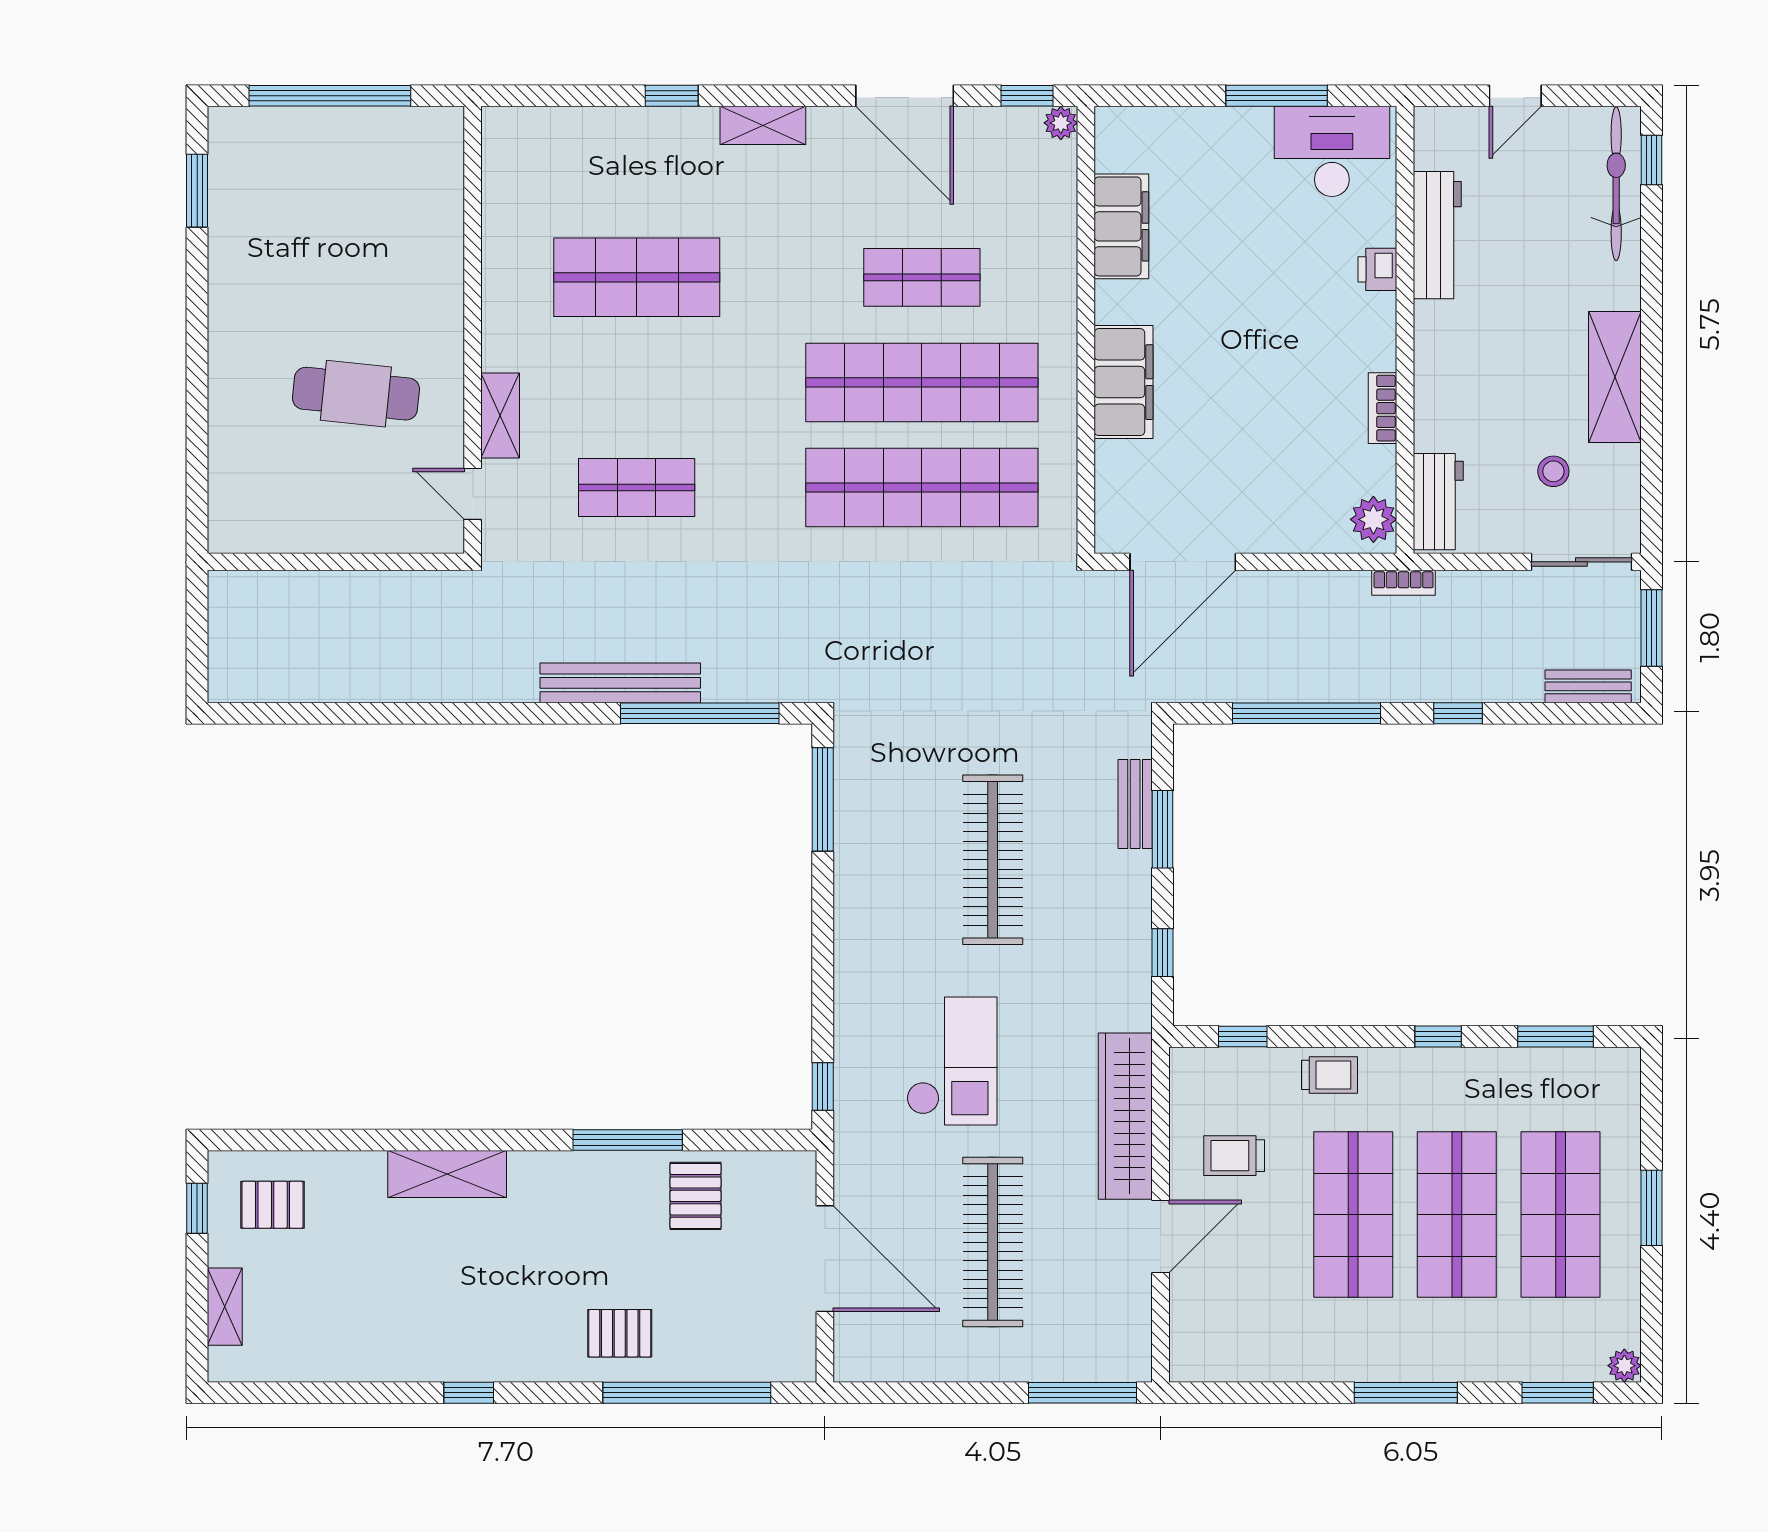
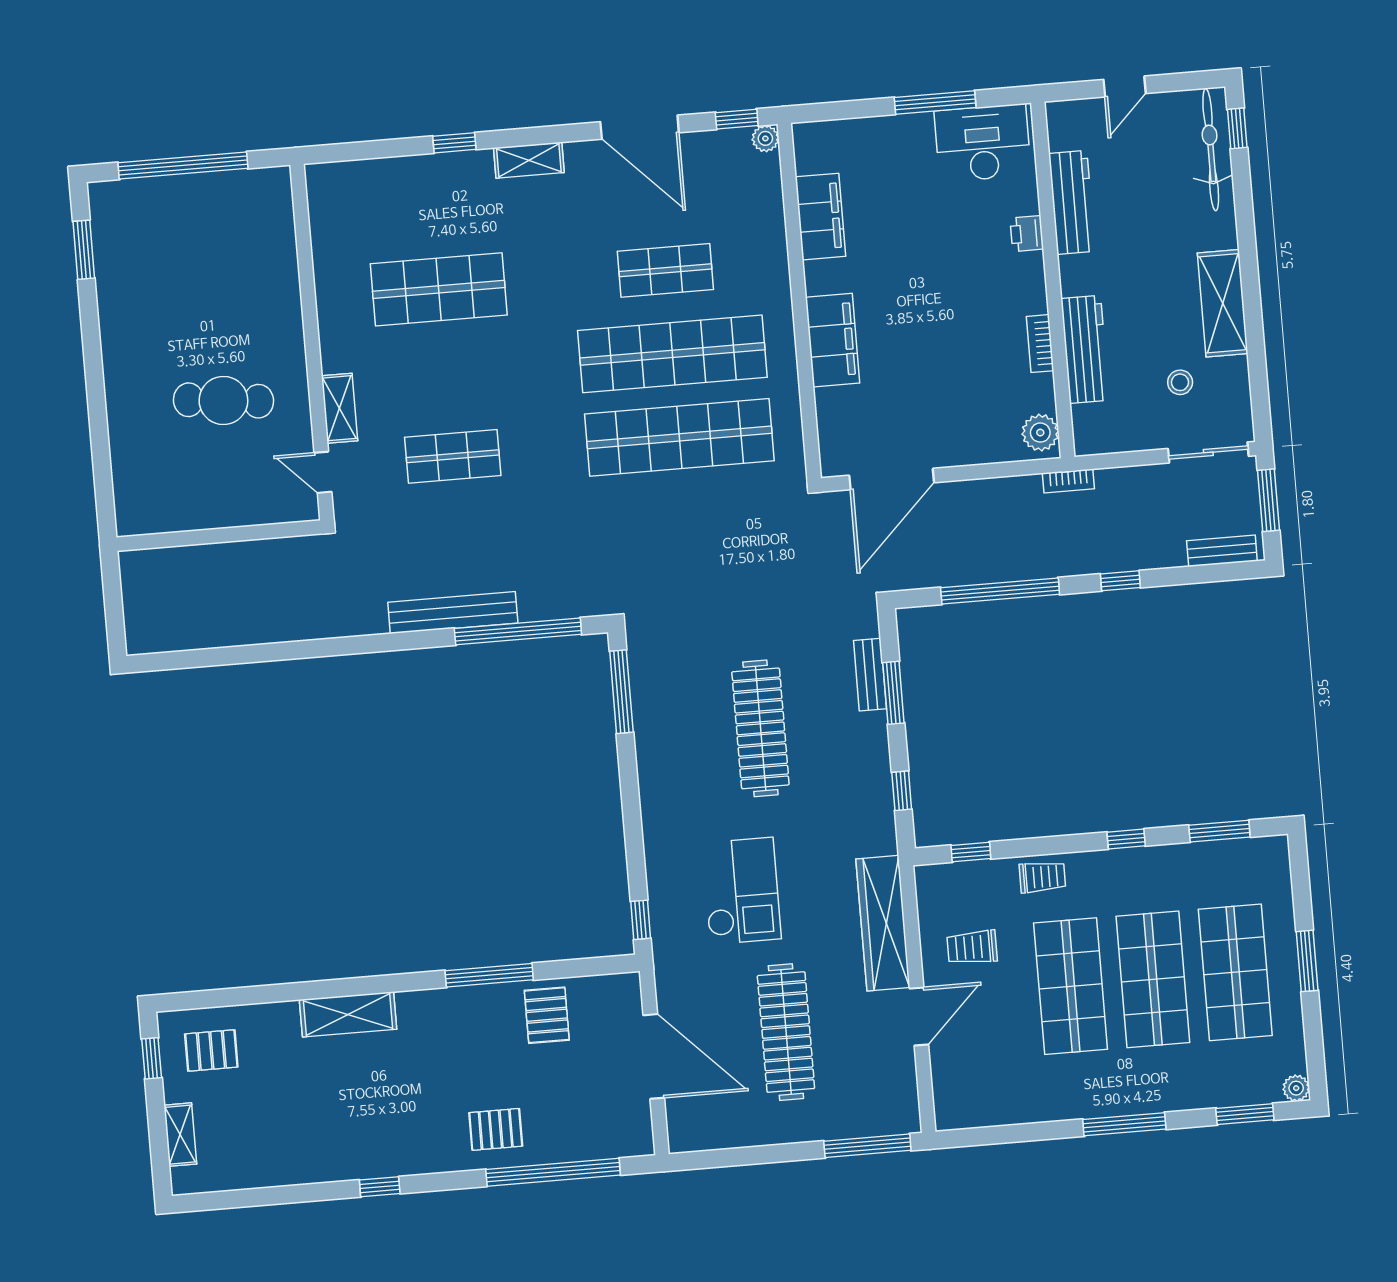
workbench: (1438, 502) -> (1085, 349), moved, width x1.38

